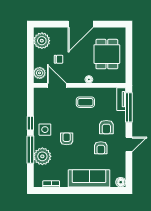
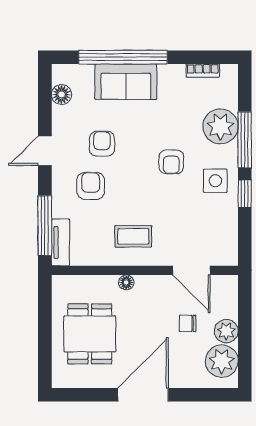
plant: (40, 73) -> (226, 331), moved
sofa: (89, 178) -> (126, 82), width x0.73
floor lamp: (121, 182) -> (62, 94), moved
window: (90, 190) -> (123, 57), added

